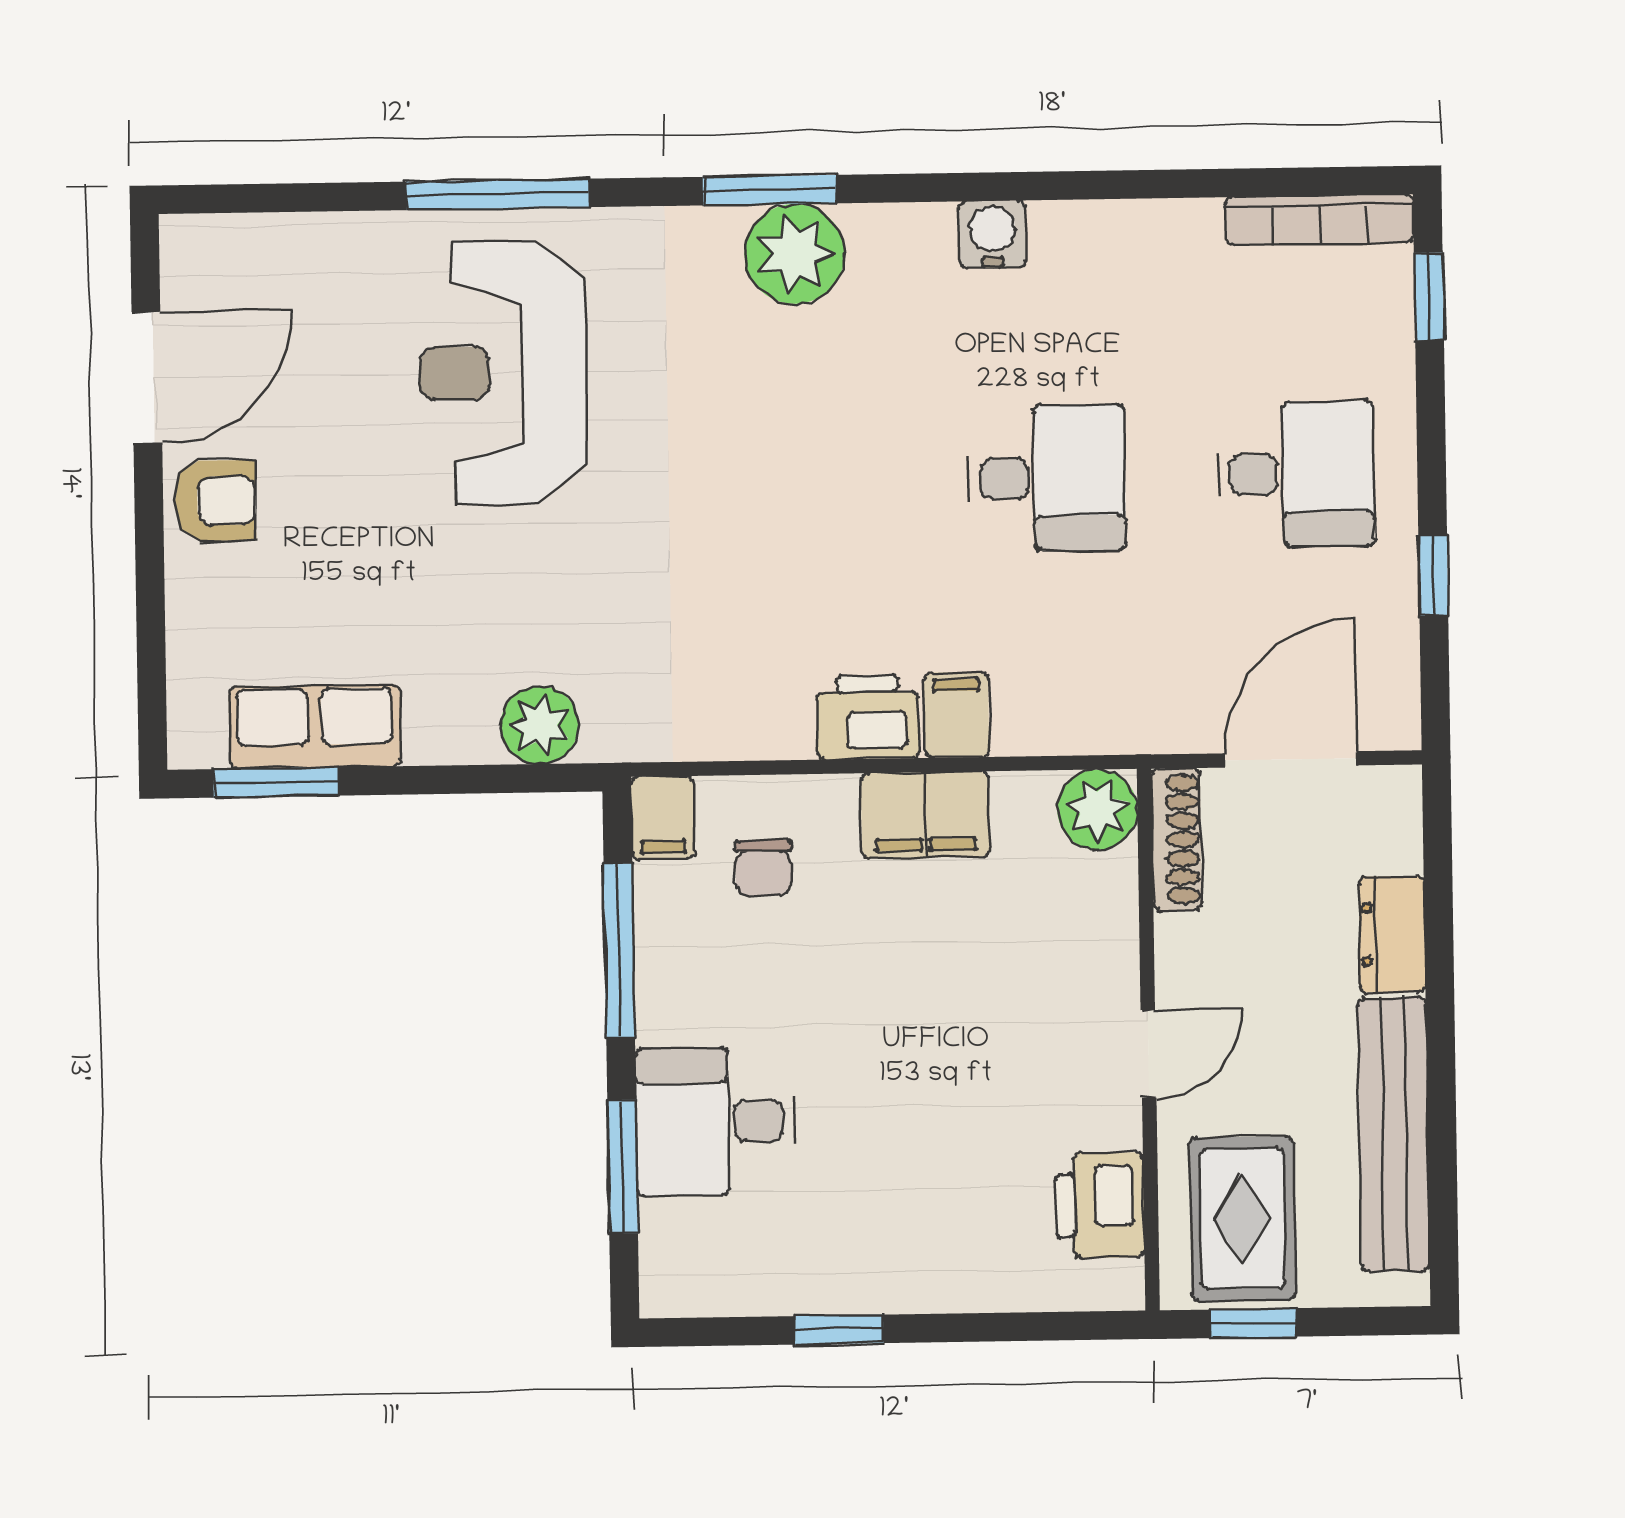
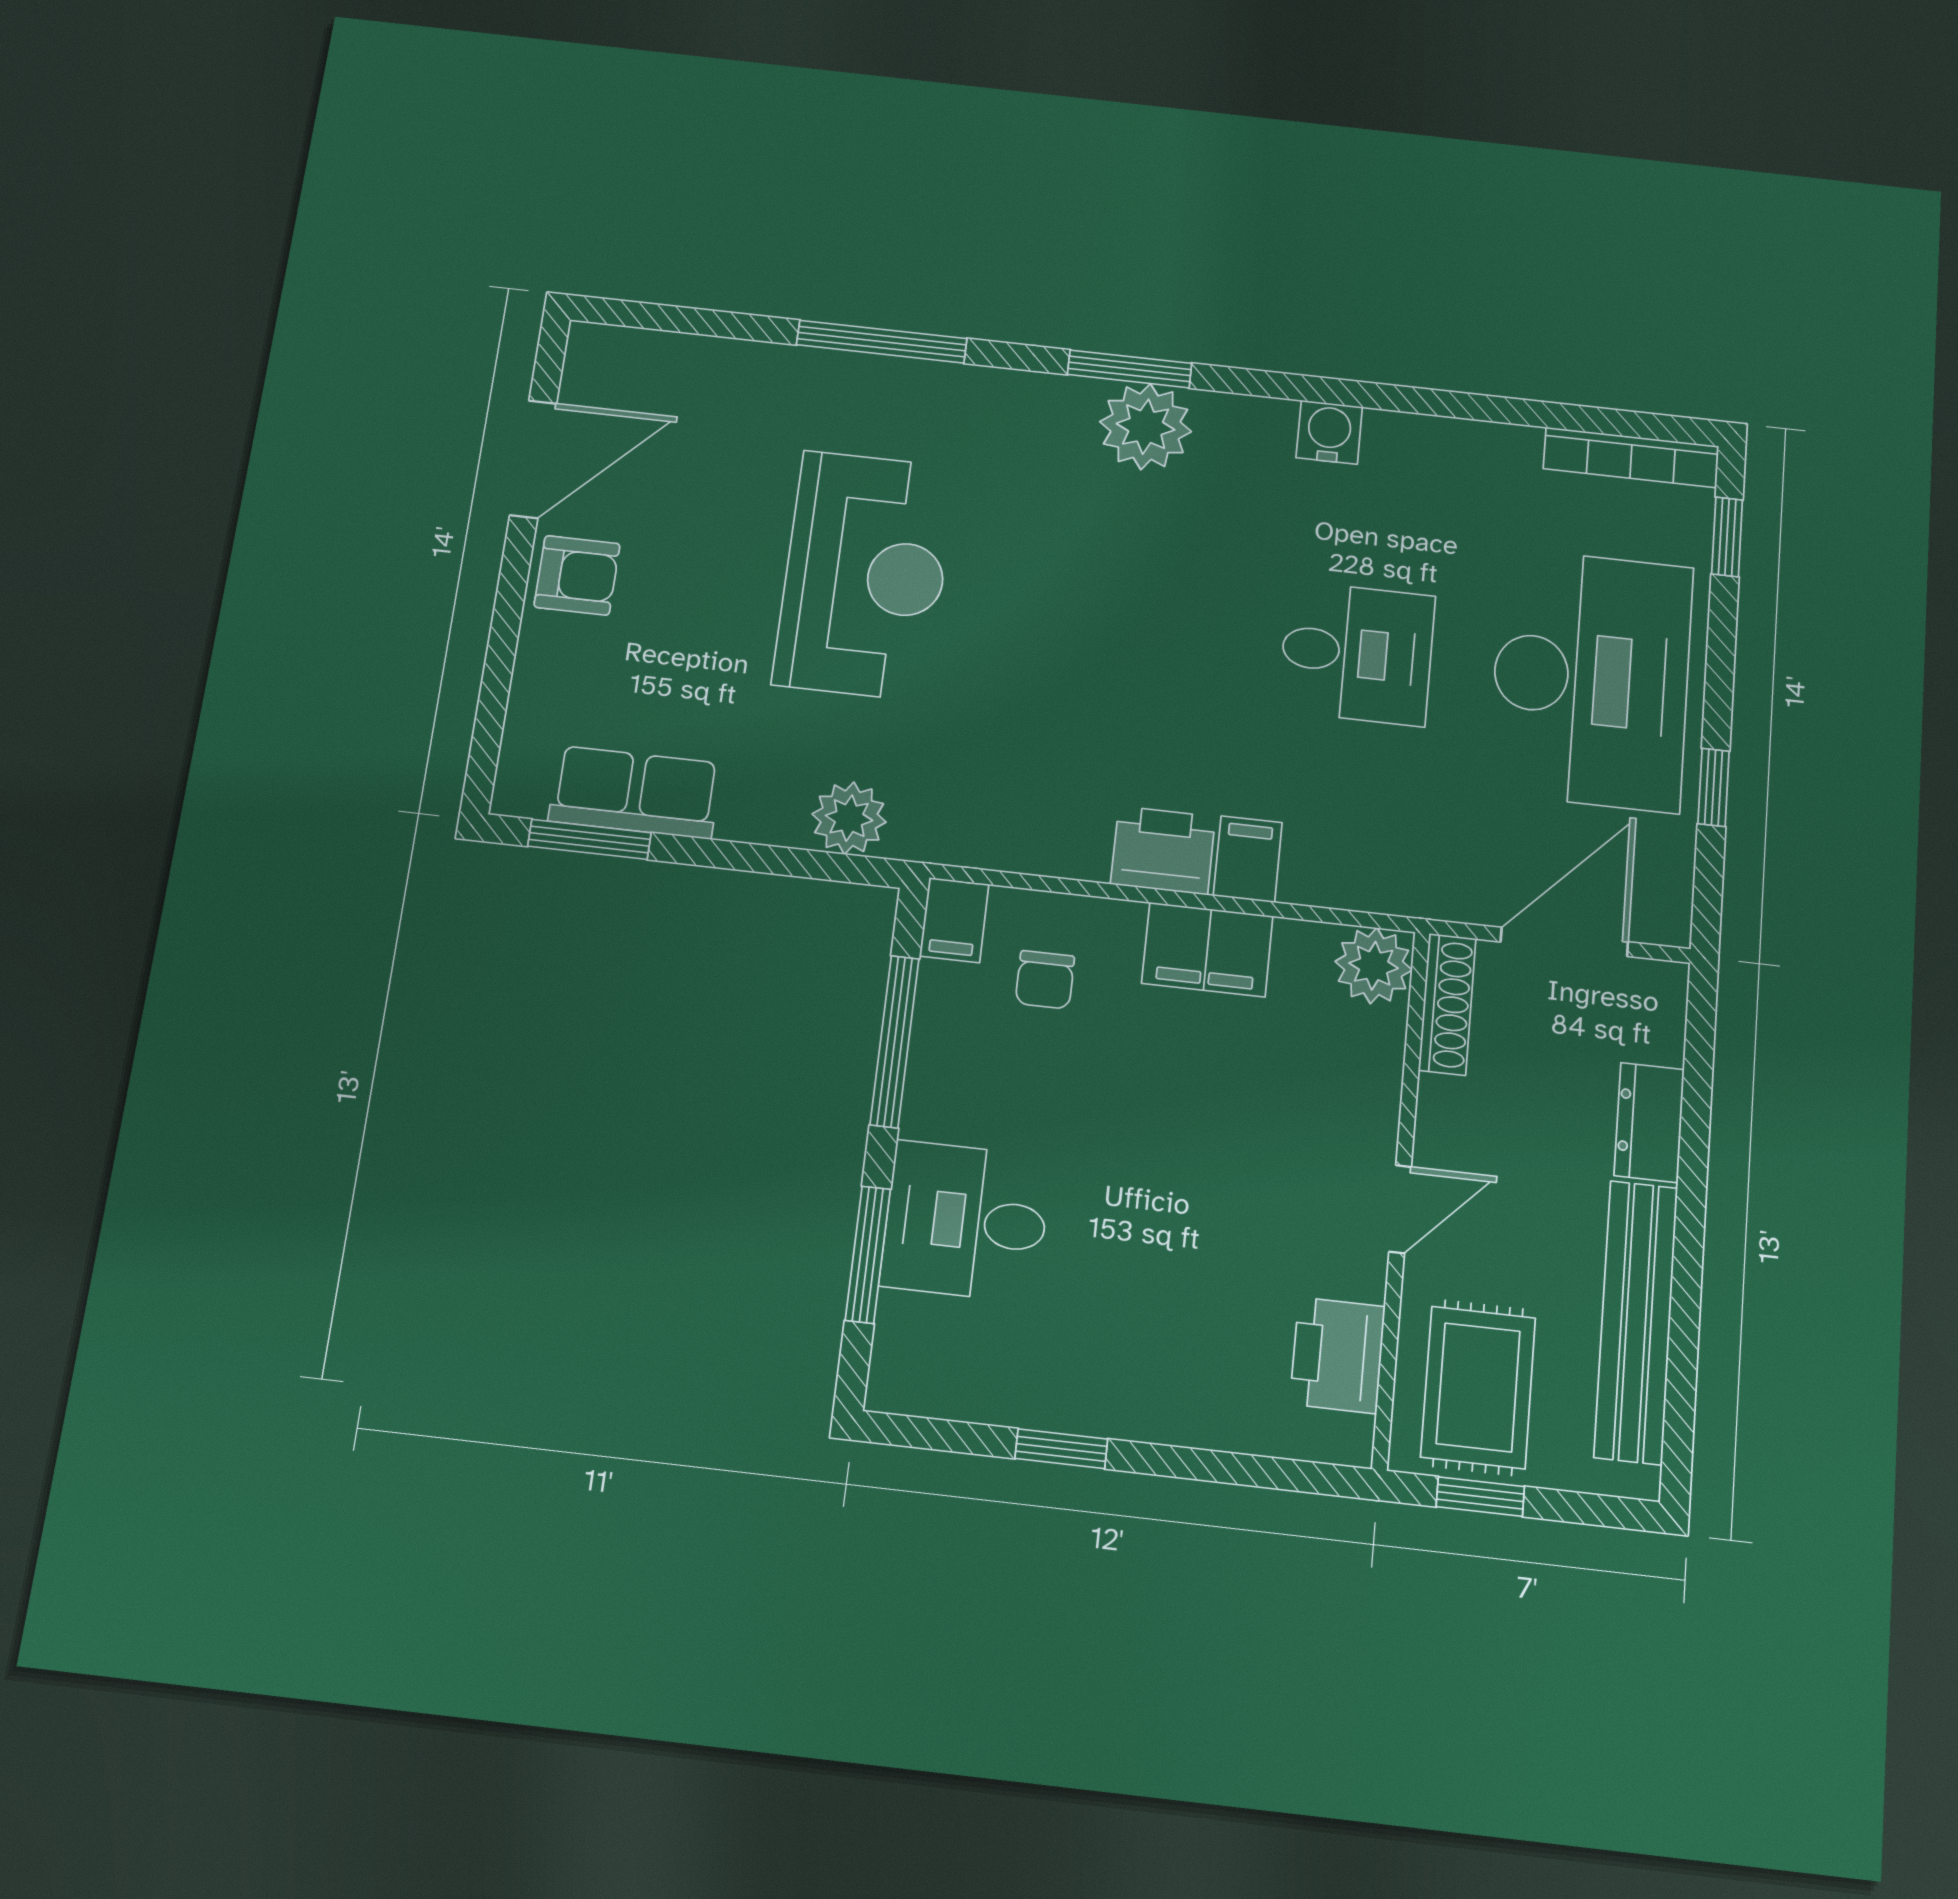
reception desk: (503, 373) -> (865, 575), moved, turned 180
desk: (1296, 474) -> (1591, 679), width x1.87, depth x1.30

